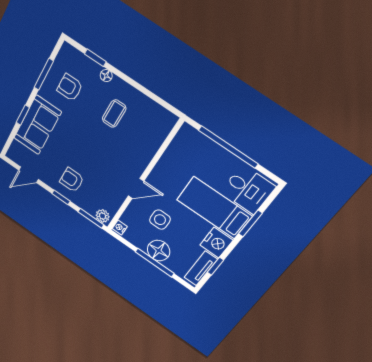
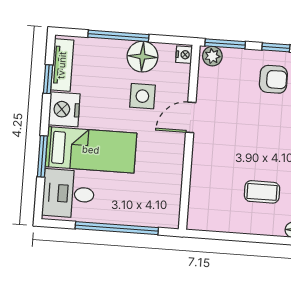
coffee table: (114, 114) -> (262, 192), turned 90
floor lamp: (159, 251) -> (142, 57), moved

